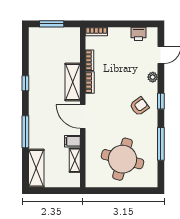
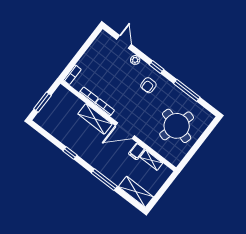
printer: (139, 34) -> (97, 46), removed
armchair: (139, 106) -> (148, 85), turned -144

